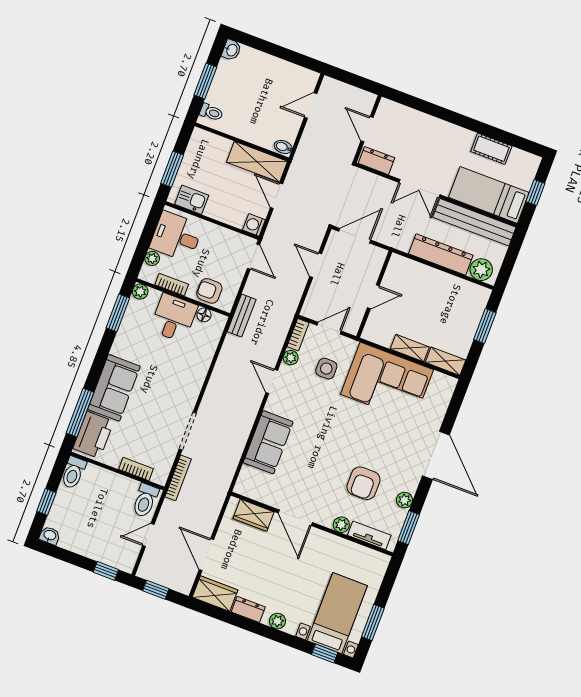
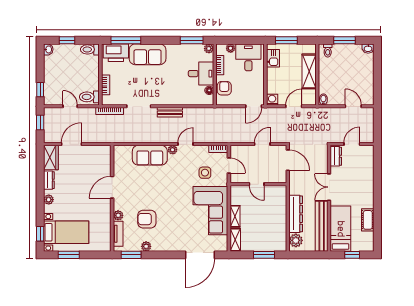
shelving: (257, 162) -> (309, 71), moved
bench: (242, 316) -> (170, 112), moved
plant: (291, 358) -> (173, 150), moved
door: (436, 455) -> (200, 255), moved
wardrobe: (253, 515) -> (104, 163), removed

